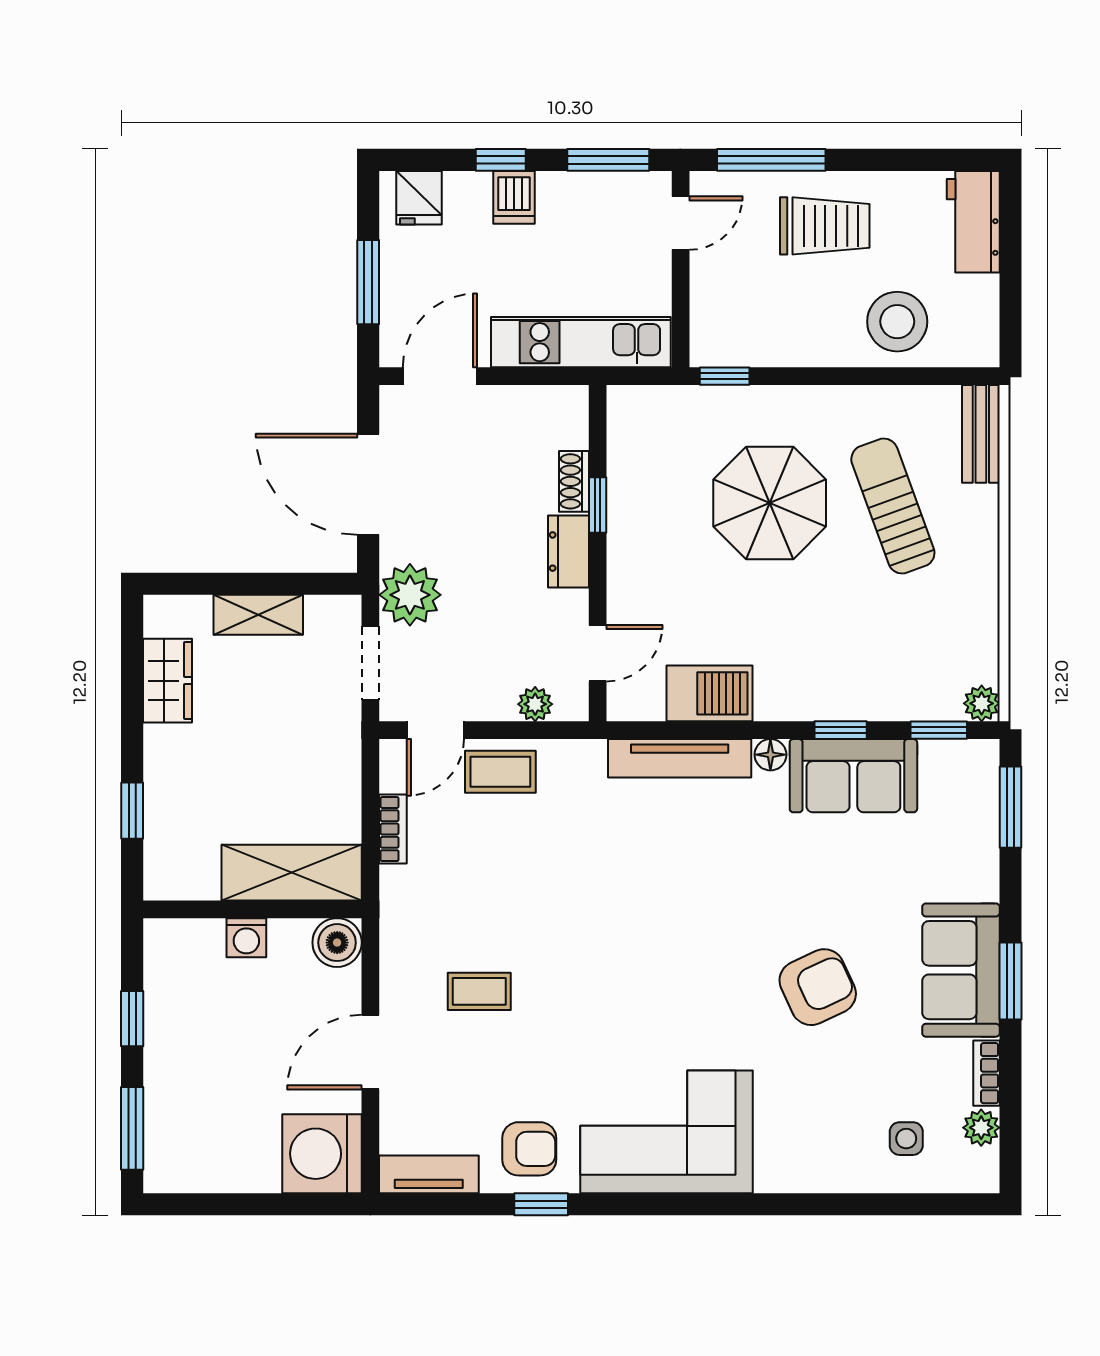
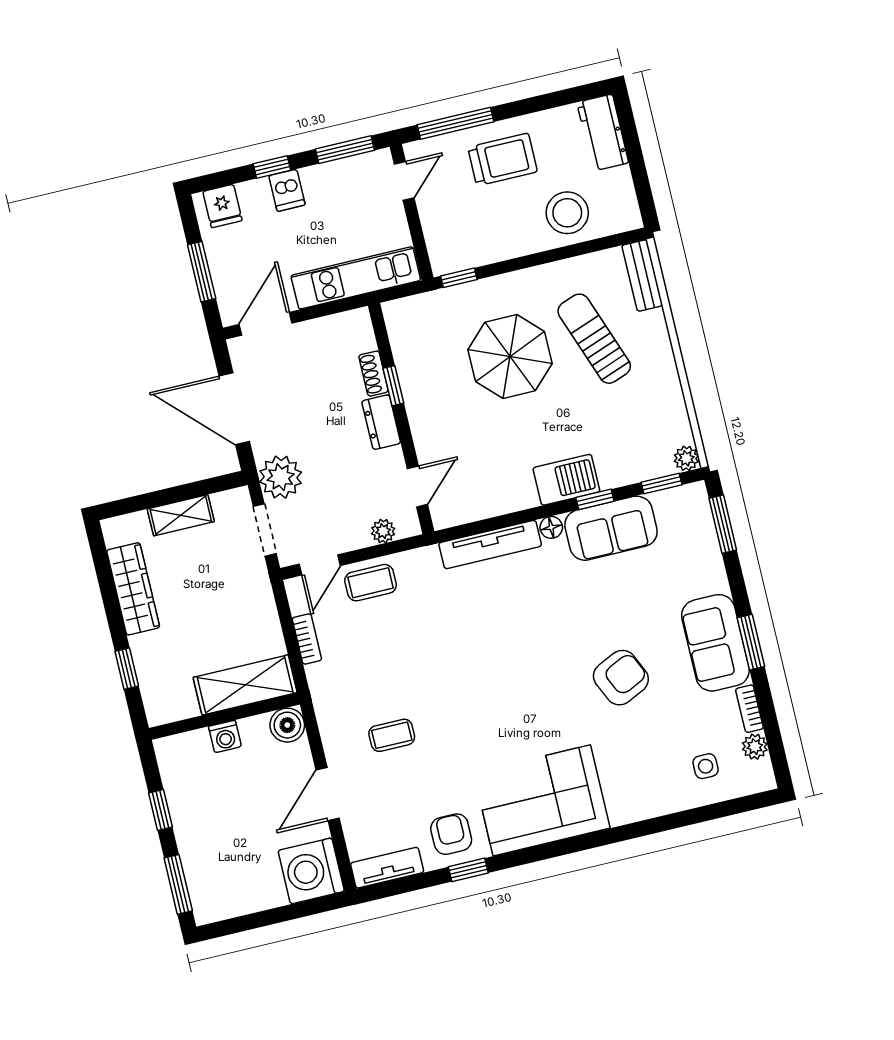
wardrobe: (167, 681) -> (133, 589), width x1.50
barbecue: (710, 693) -> (566, 480), moved
armchair: (529, 1149) -> (451, 834), turned -90

